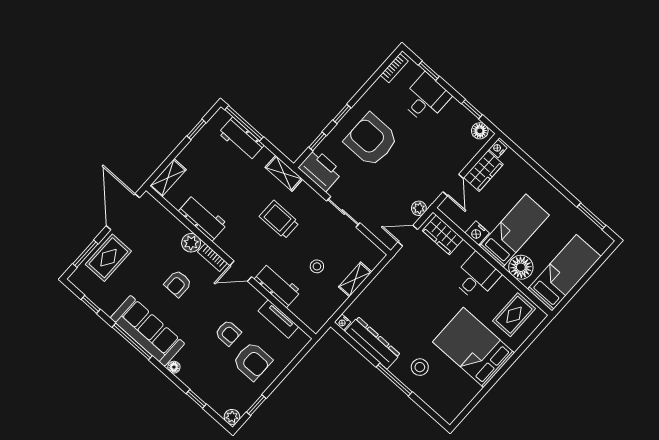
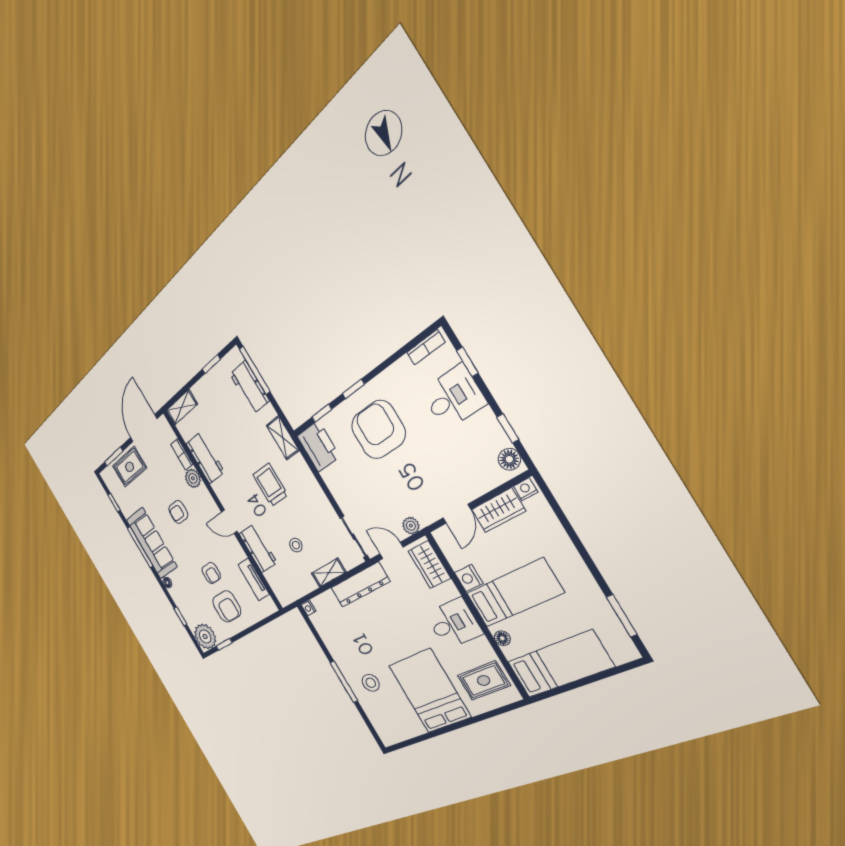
sliding door: (343, 212) -> (354, 537), moved
bookcase: (213, 257) -> (182, 454), moved
floor lamp: (521, 267) -> (502, 638), width x0.53, depth x0.53
dresser: (373, 343) -> (360, 585), moved, turned 90
plant: (232, 417) -> (205, 637), width x1.88, depth x1.88

